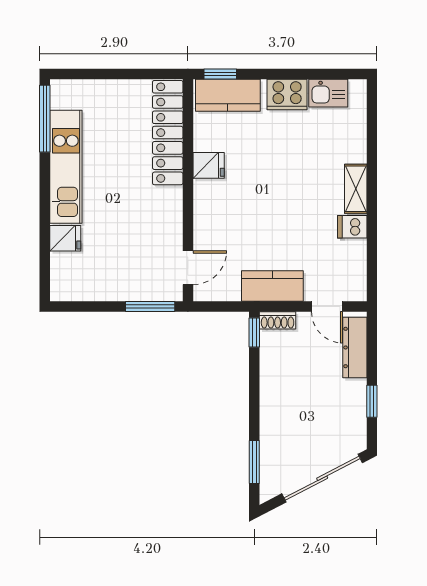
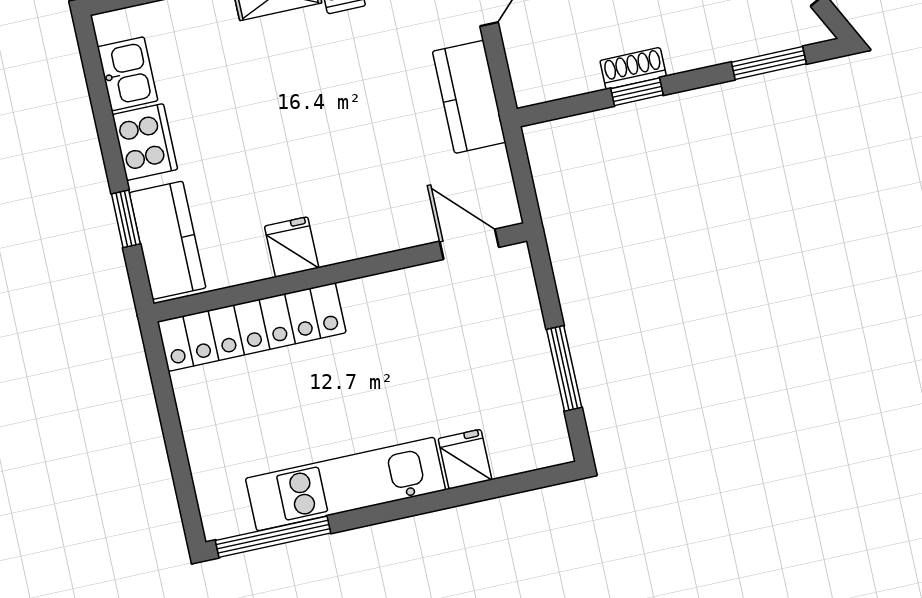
window: (220, 74) -> (126, 219), moved
window: (150, 307) -> (564, 368), moved
shoe rack: (278, 320) -> (633, 68), moved, turned -90
window: (254, 332) -> (637, 92), moved

